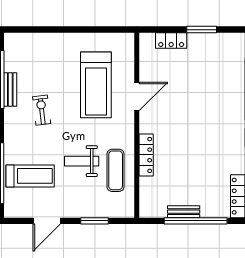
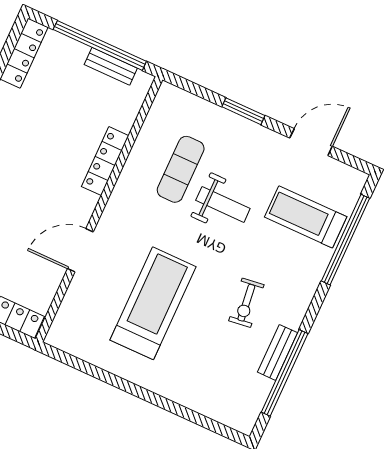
door: (137, 96) -> (80, 250), moved
wall: (137, 125) -> (99, 209), moved
locker: (146, 155) -> (105, 161), moved

